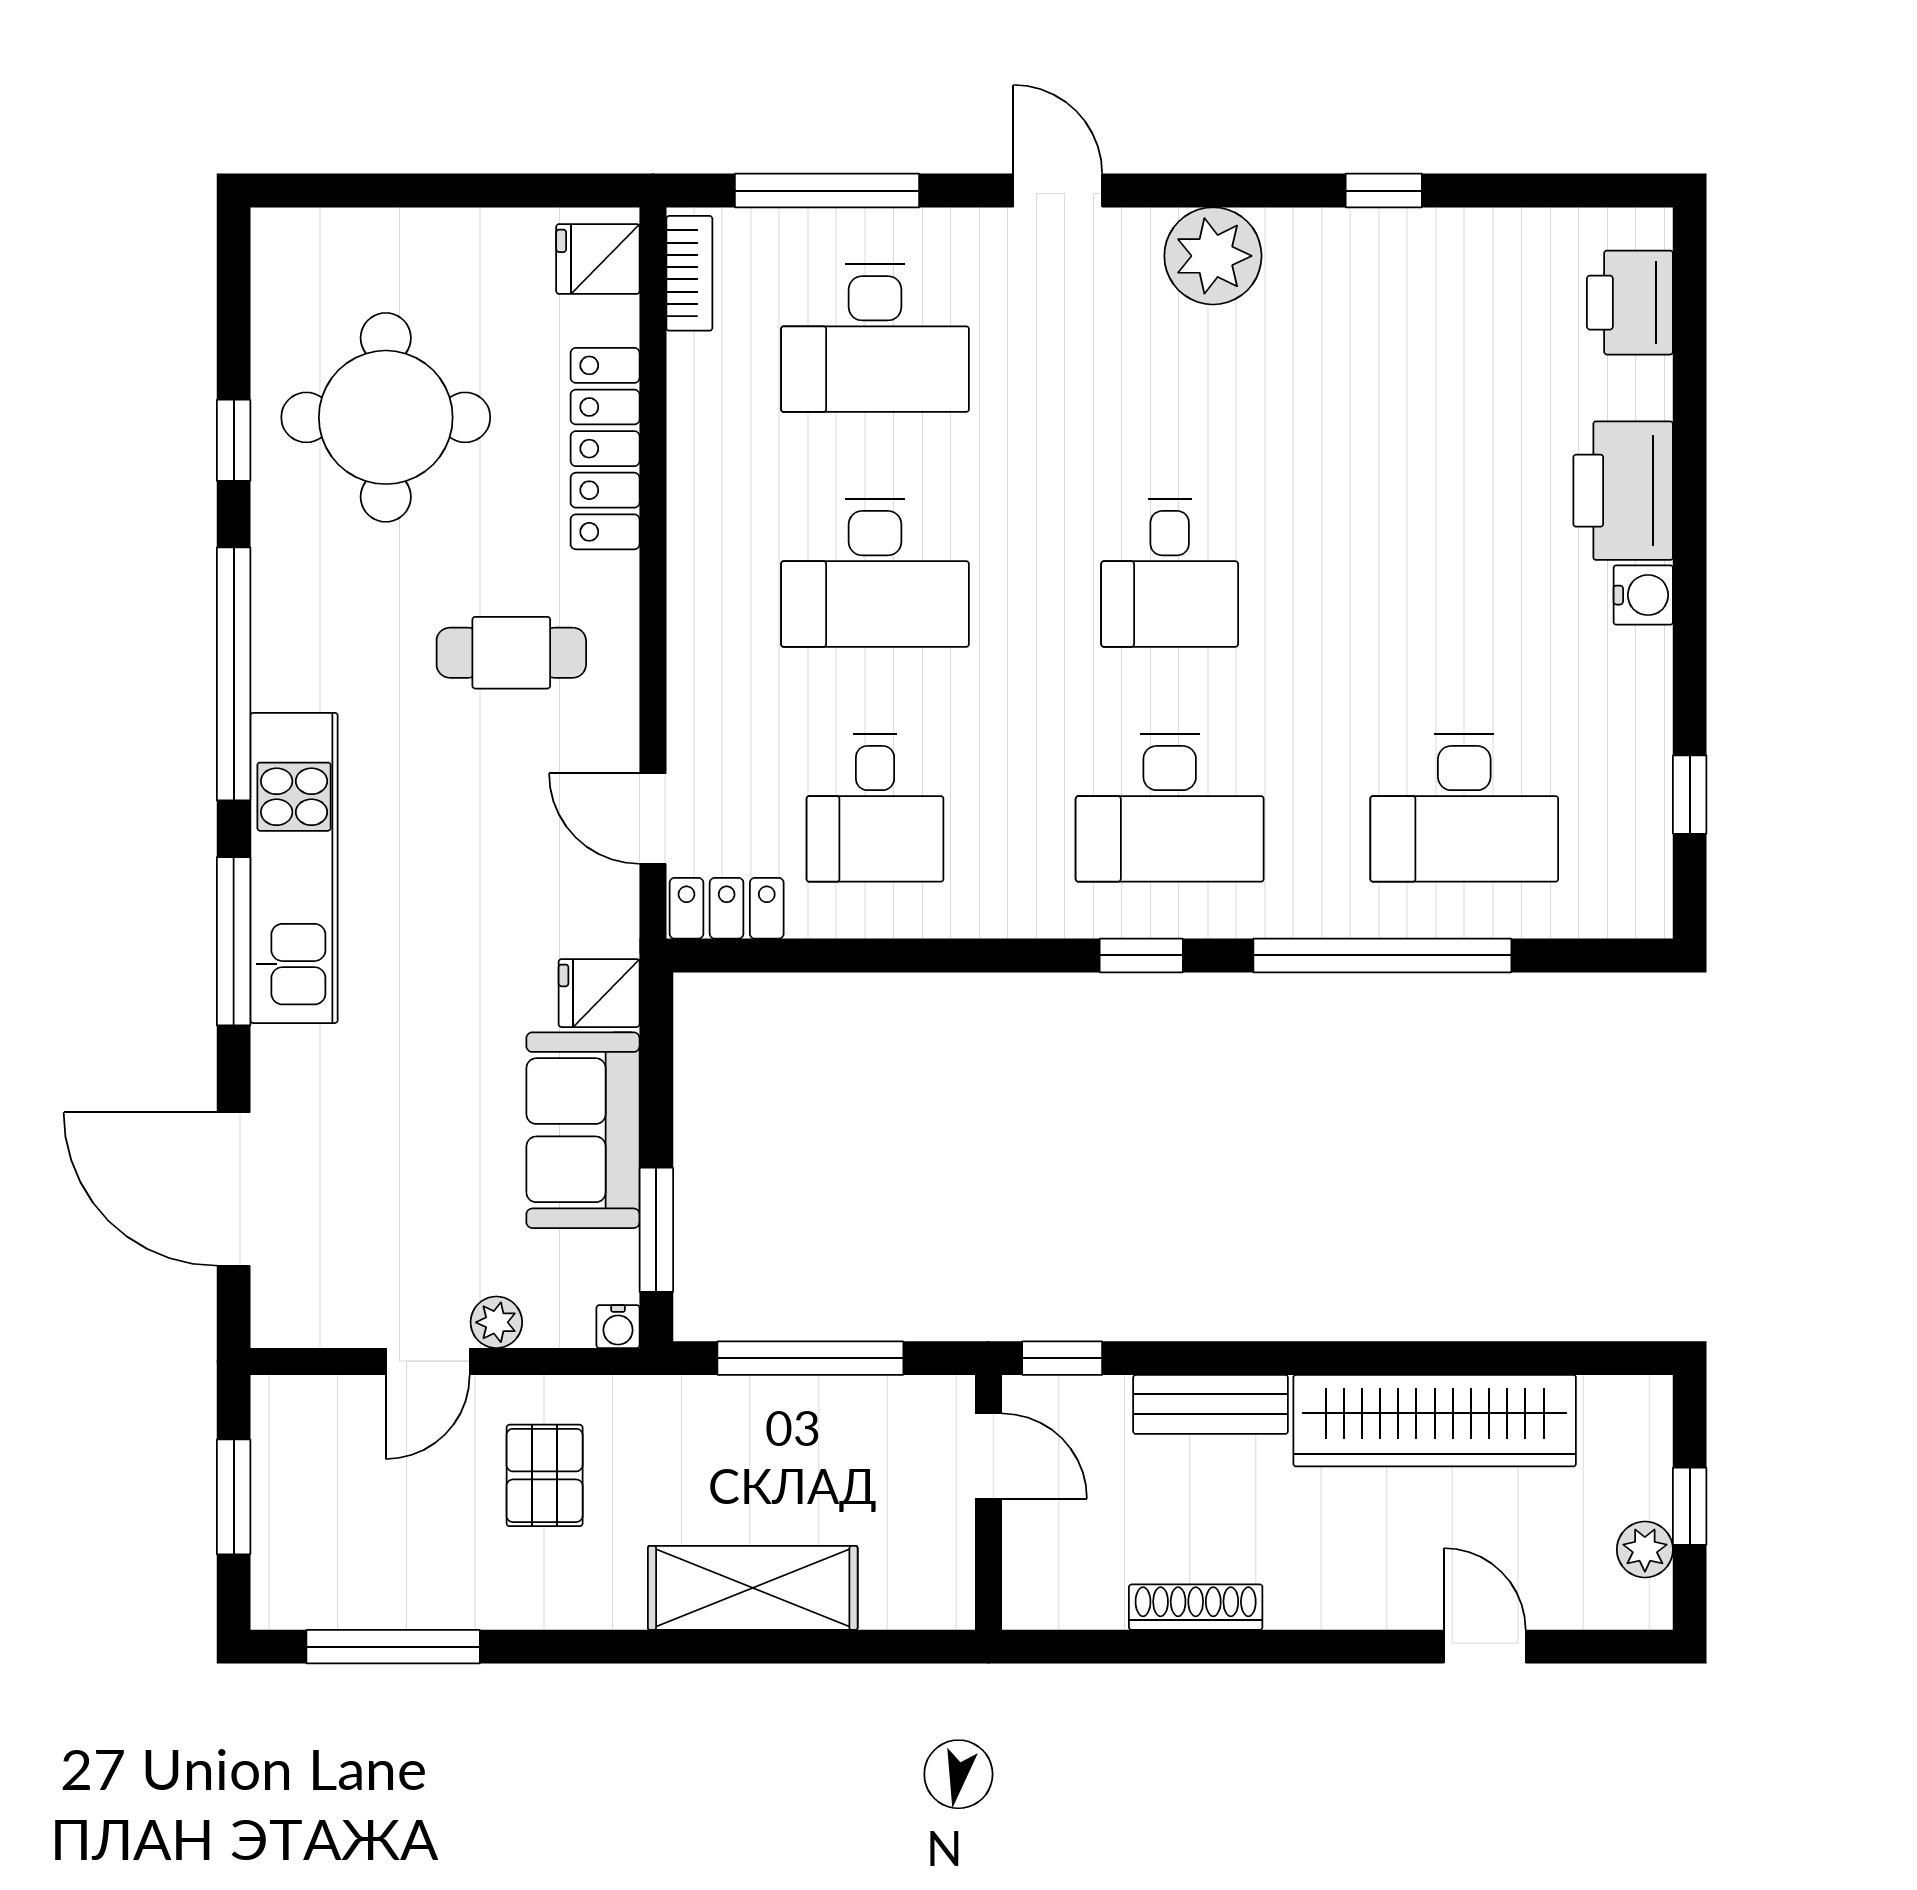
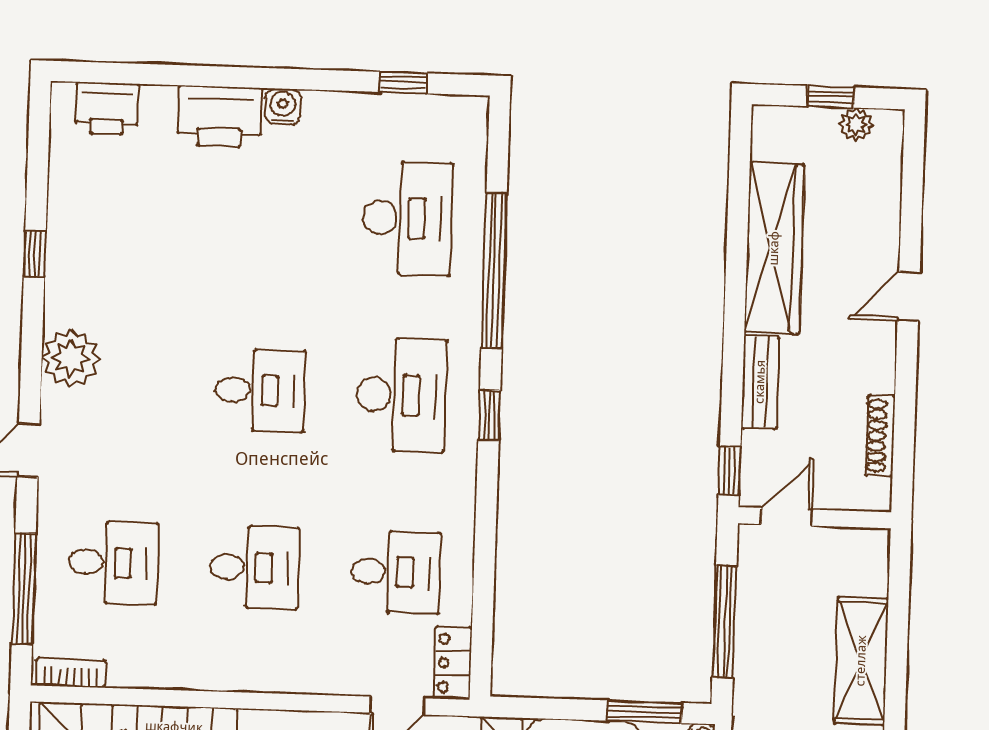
desk: (875, 338) -> (113, 563), width x0.73
desk: (875, 573) -> (254, 567), width x0.73
shoe rack: (1196, 1607) -> (880, 436), moved
door: (1485, 1647) -> (909, 297), moved

